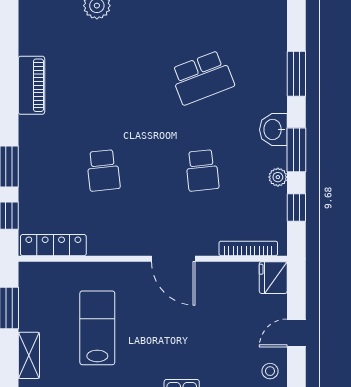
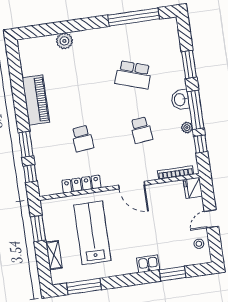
school desk: (202, 78) -> (133, 75), turned 39
piano: (31, 85) -> (36, 100), width x1.37, depth x1.33
window: (296, 150) -> (196, 110), width x1.44
locker: (53, 245) -> (82, 184), moved
lab bench: (97, 328) -> (92, 233), width x1.36, depth x1.39

